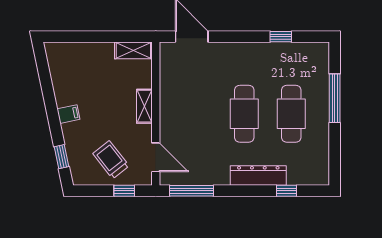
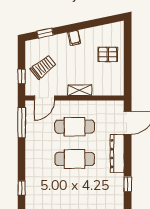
shelving: (133, 50) -> (118, 83), removed
pallet: (92, 66) -> (108, 54), added
cafe table: (291, 114) -> (75, 127), moved
dresser: (258, 176) -> (117, 154), moved, turned 180

